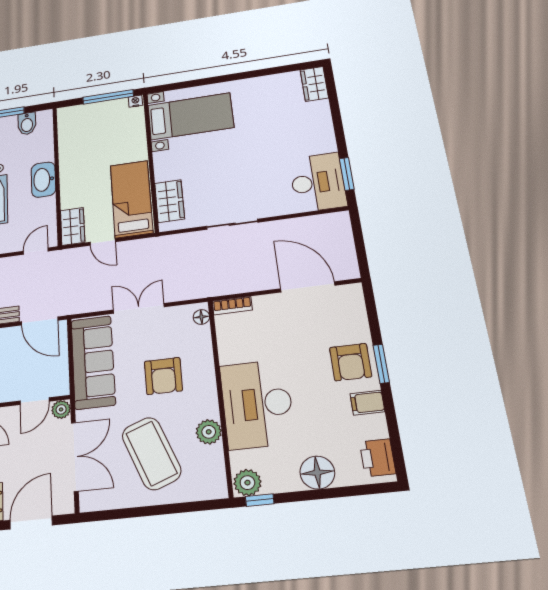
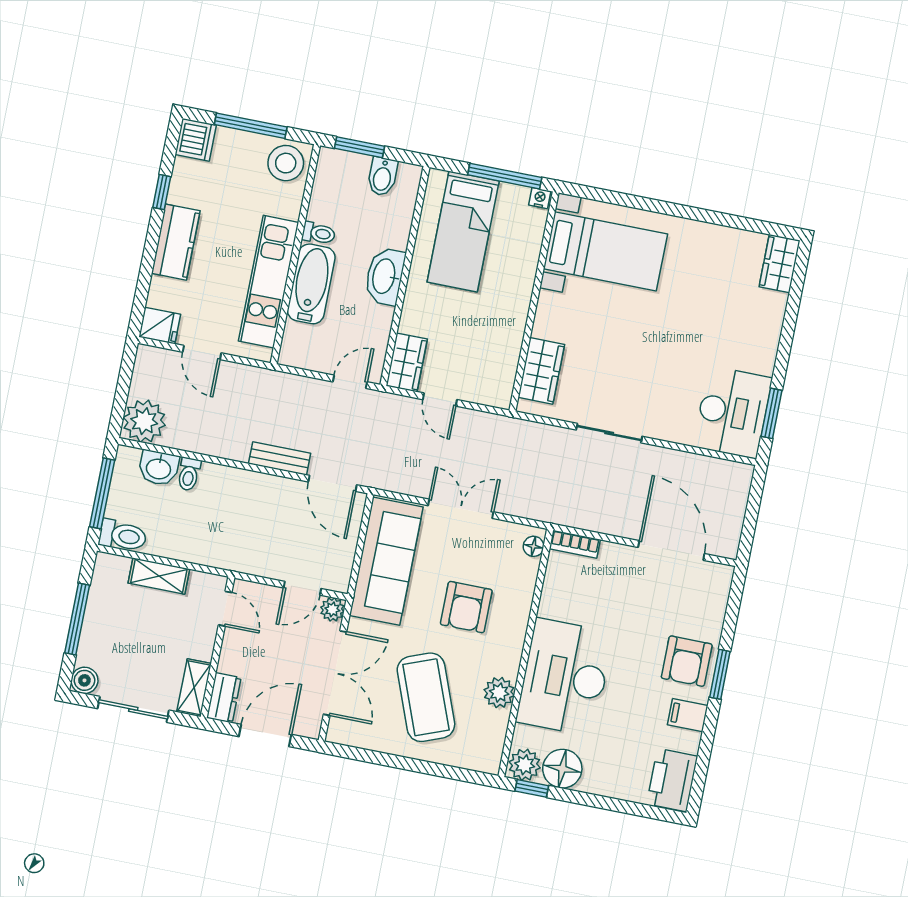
bed: (131, 199) -> (463, 231), moved, turned 180
printer: (378, 458) -> (672, 780), width x1.37, depth x1.19
floor lamp: (317, 473) -> (562, 769), moved

